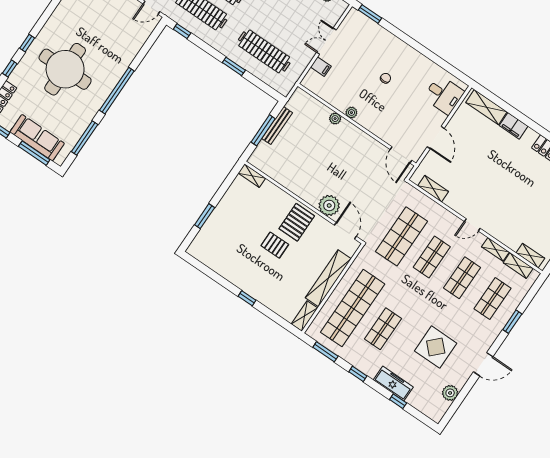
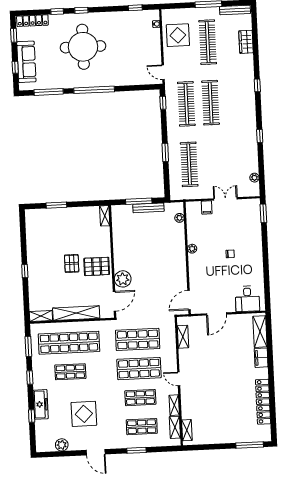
plant: (335, 119) -> (179, 218), moved
window: (34, 153) -> (15, 67), width x0.46
shop shelf: (432, 257) -> (139, 369), width x1.43, depth x1.36

